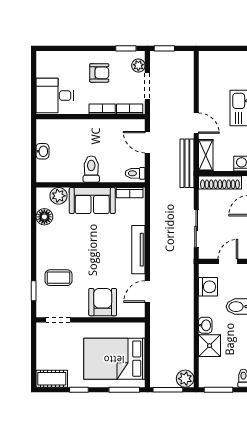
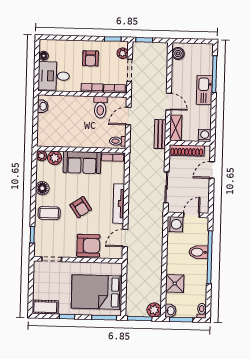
boiler: (206, 64) -> (178, 54), added
floor lamp: (42, 71) -> (44, 56), added
armchair: (99, 73) -> (90, 58), turned 90
door: (147, 142) -> (128, 116), hinge flipped
washbasin: (42, 151) -> (43, 106), moved
bench: (187, 163) -> (160, 134), width x0.73
toilet: (91, 169) -> (100, 107), moved, turned 180
plant: (42, 194) -> (41, 156), added
floor lamp: (44, 217) -> (42, 188), moved
armchair: (92, 255) -> (81, 207), added
coffee table: (59, 278) -> (49, 213), moved
washing machine: (208, 287) -> (175, 224), moved
armchair: (103, 302) -> (88, 246), turned 90
washbasin: (205, 325) -> (170, 311), moved

